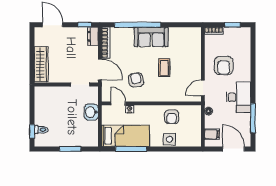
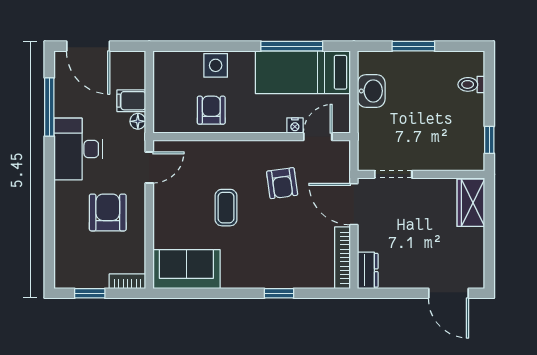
window: (85, 25) -> (384, 293), removed
window: (138, 25) -> (279, 293), width x0.32
sofa: (151, 37) -> (186, 269), moved
wardrobe: (41, 64) -> (471, 203), width x0.67
door: (118, 103) -> (318, 137), swing flipped
washbasin: (91, 112) -> (371, 91), moved
window: (32, 131) -> (489, 140), moved
filing cabinet: (212, 134) -> (131, 101), moved

